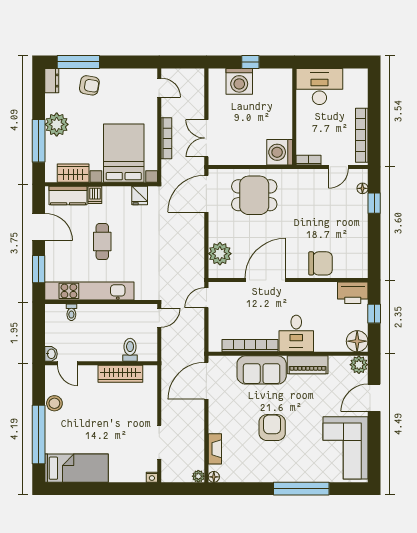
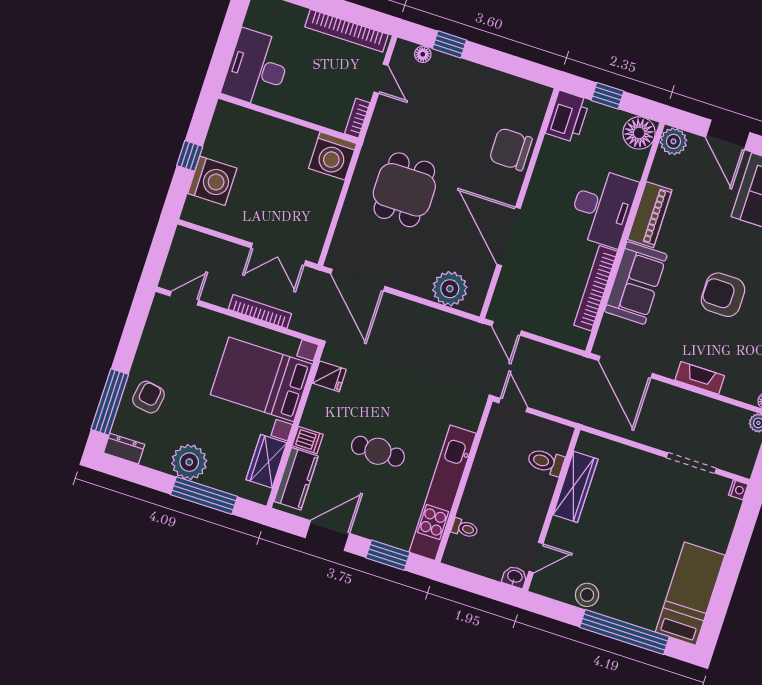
dining table: (254, 195) -> (404, 190), moved
chair: (320, 263) -> (511, 149), turned -90
desk: (296, 334) -> (603, 207), width x1.37
fireplace: (215, 449) -> (700, 378), moved

